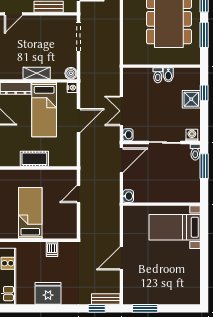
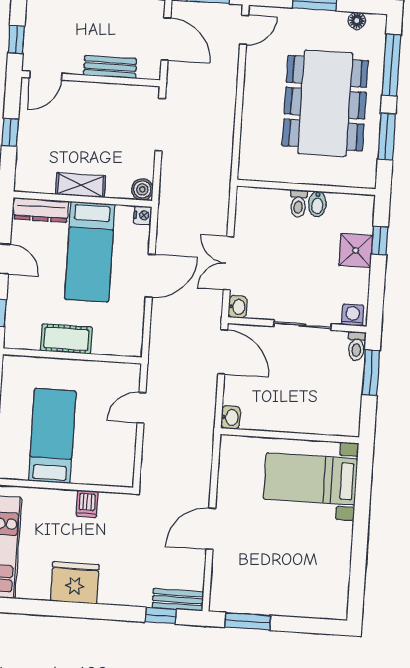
door: (121, 160) -> (223, 352), hinge flipped

